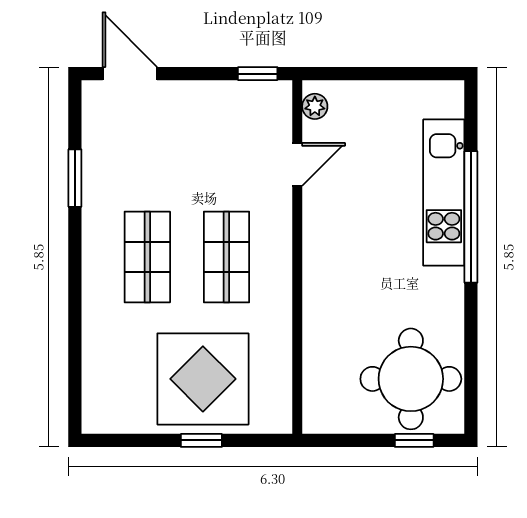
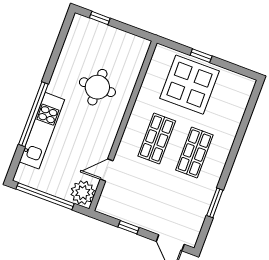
window: (258, 74) -> (129, 227), moved
window: (393, 74) -> (45, 196), added
plant: (315, 106) -> (83, 193), width x1.87, depth x1.87
round table: (411, 379) -> (97, 87), moved, width x0.73, depth x0.73

